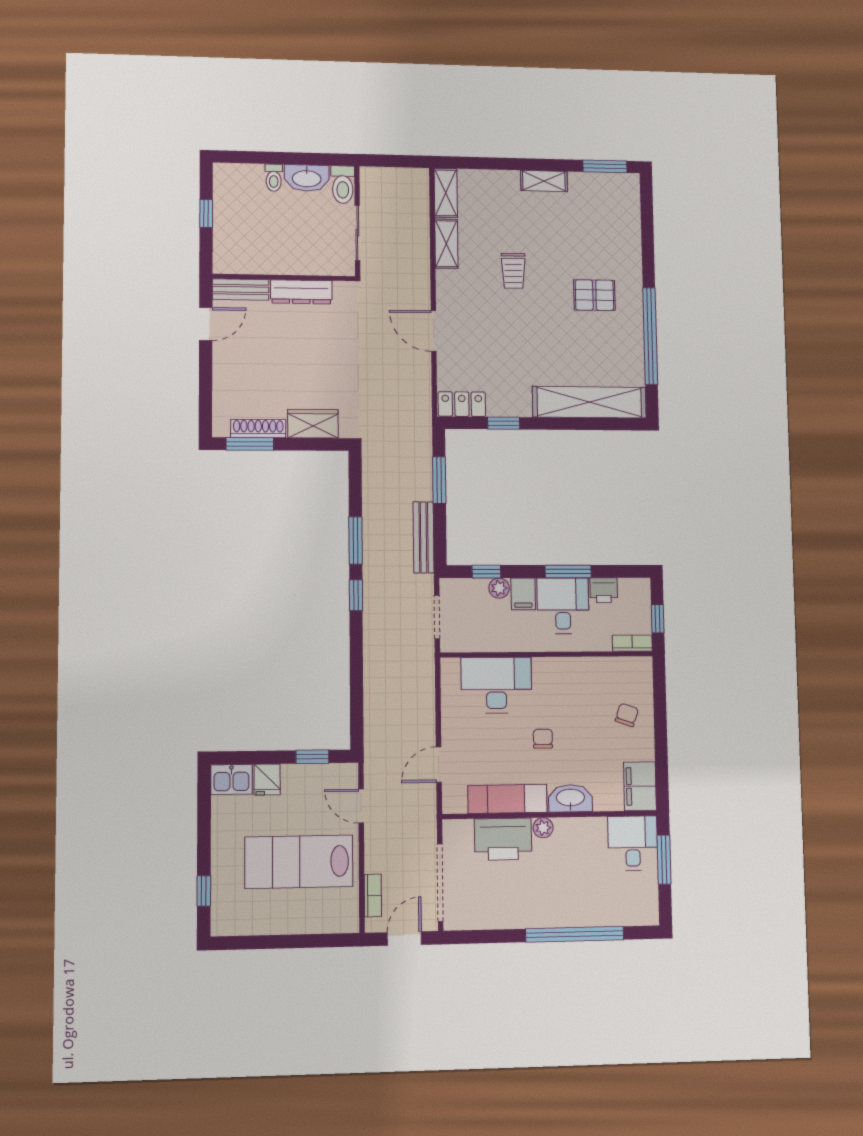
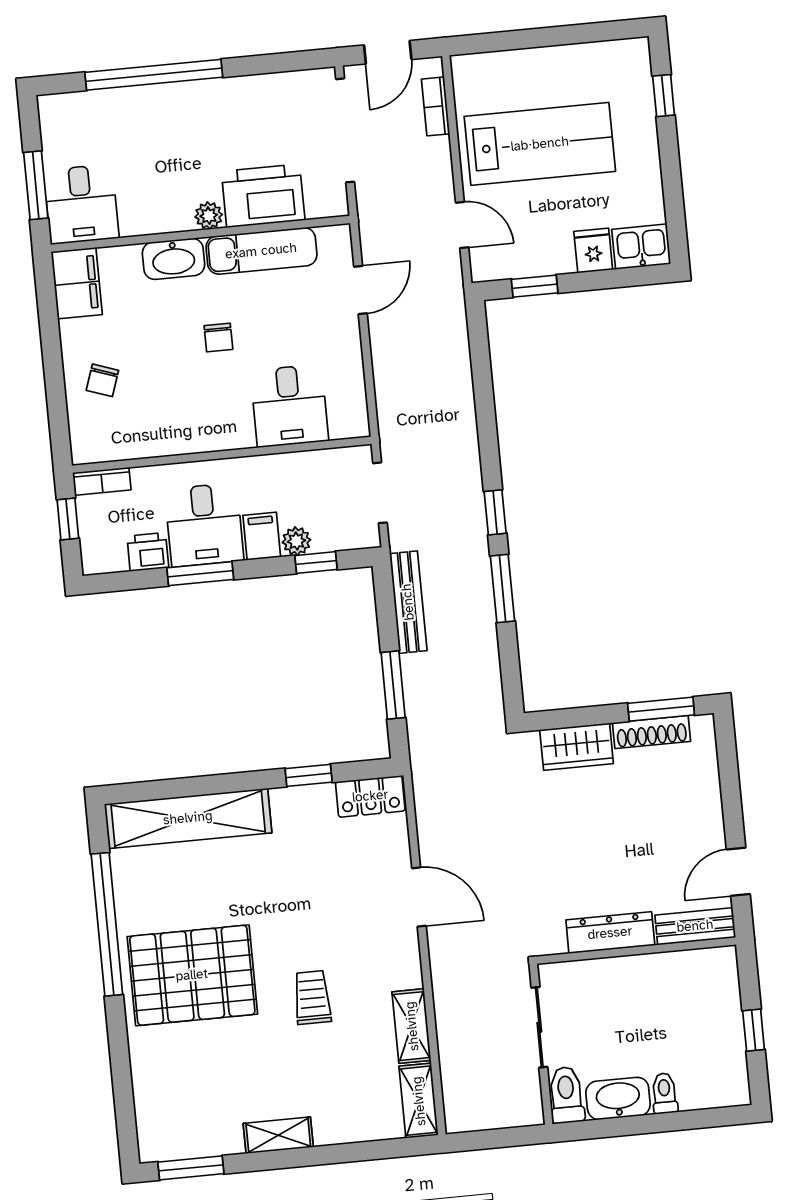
pallet: (594, 295) -> (192, 975), width x2.05, depth x2.00
desk: (496, 685) -> (289, 406), width x0.73

